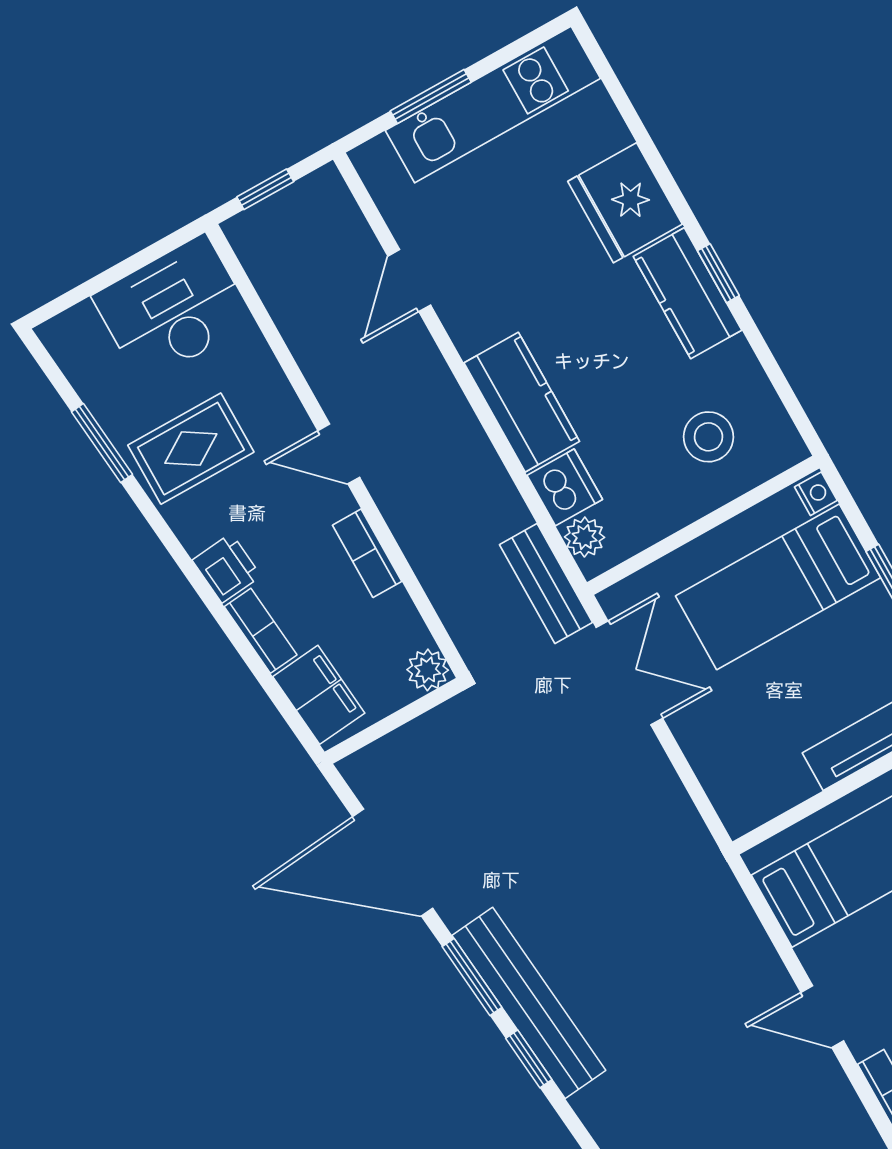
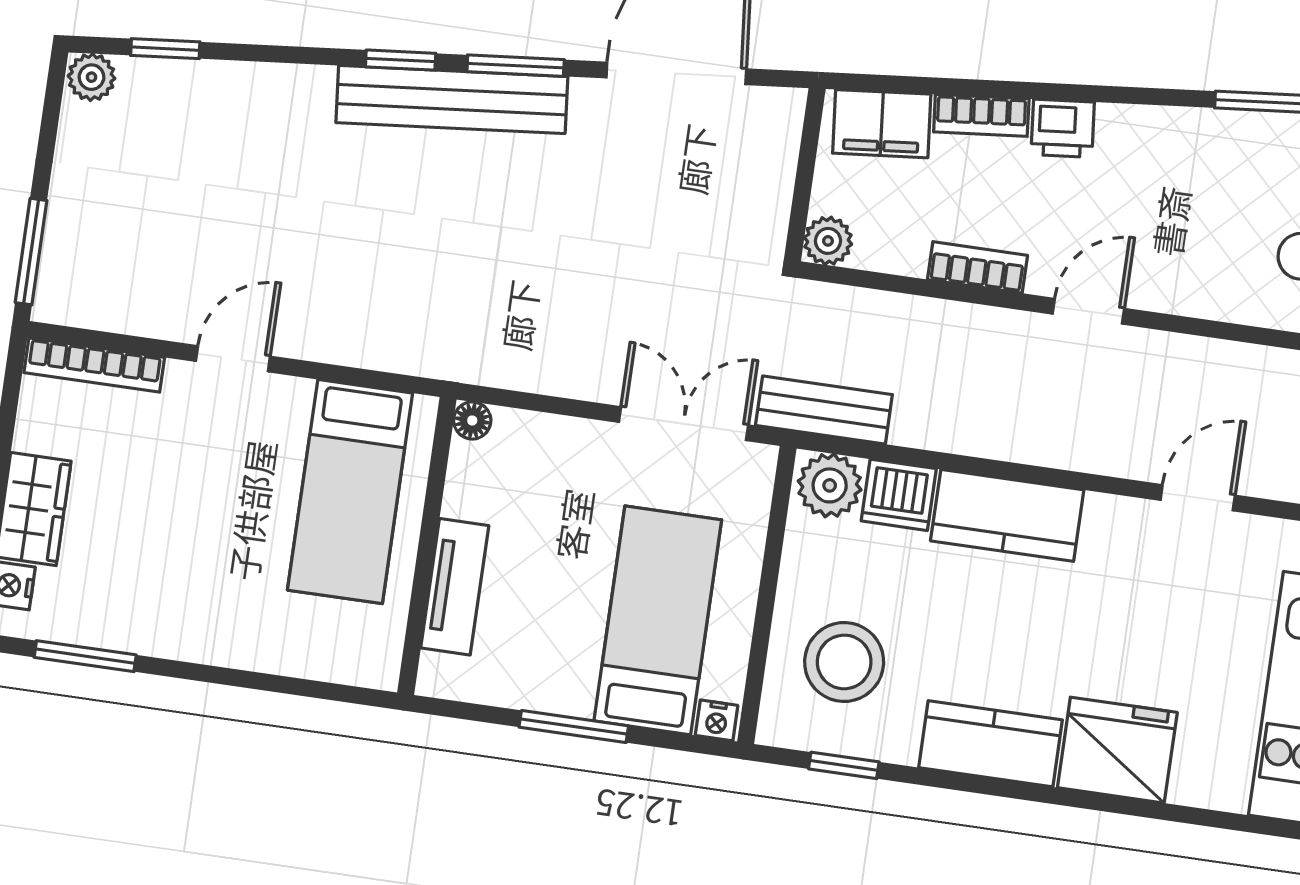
window: (718, 273) -> (844, 765), moved
door: (409, 281) -> (1198, 498), hinge flipped
stool: (708, 437) -> (844, 662), width x1.38, depth x1.38
rug: (191, 449) -> (1197, 180), removed
plant: (585, 537) -> (830, 485), width x1.38, depth x1.38
double door: (629, 673) -> (684, 424), swing flipped
floor lamp: (739, 820) -> (472, 420), added

